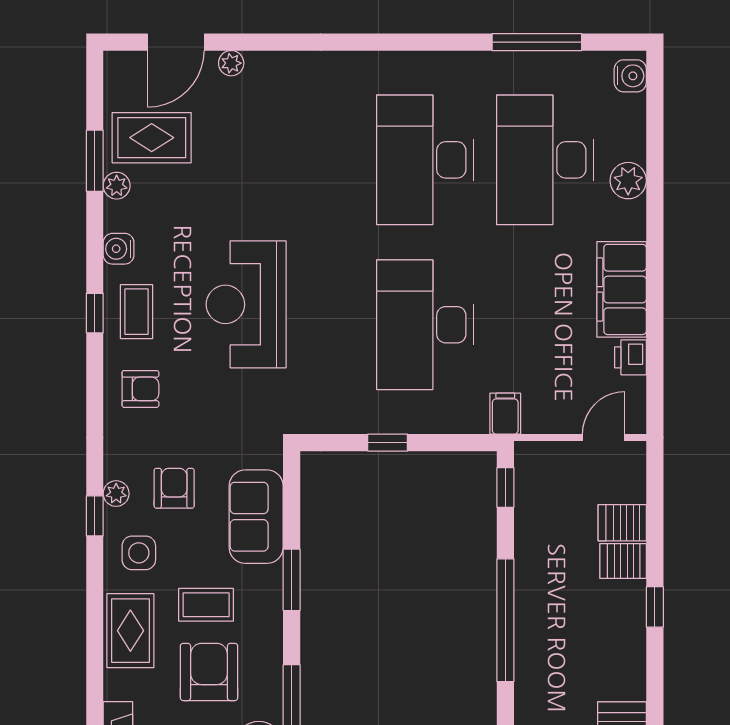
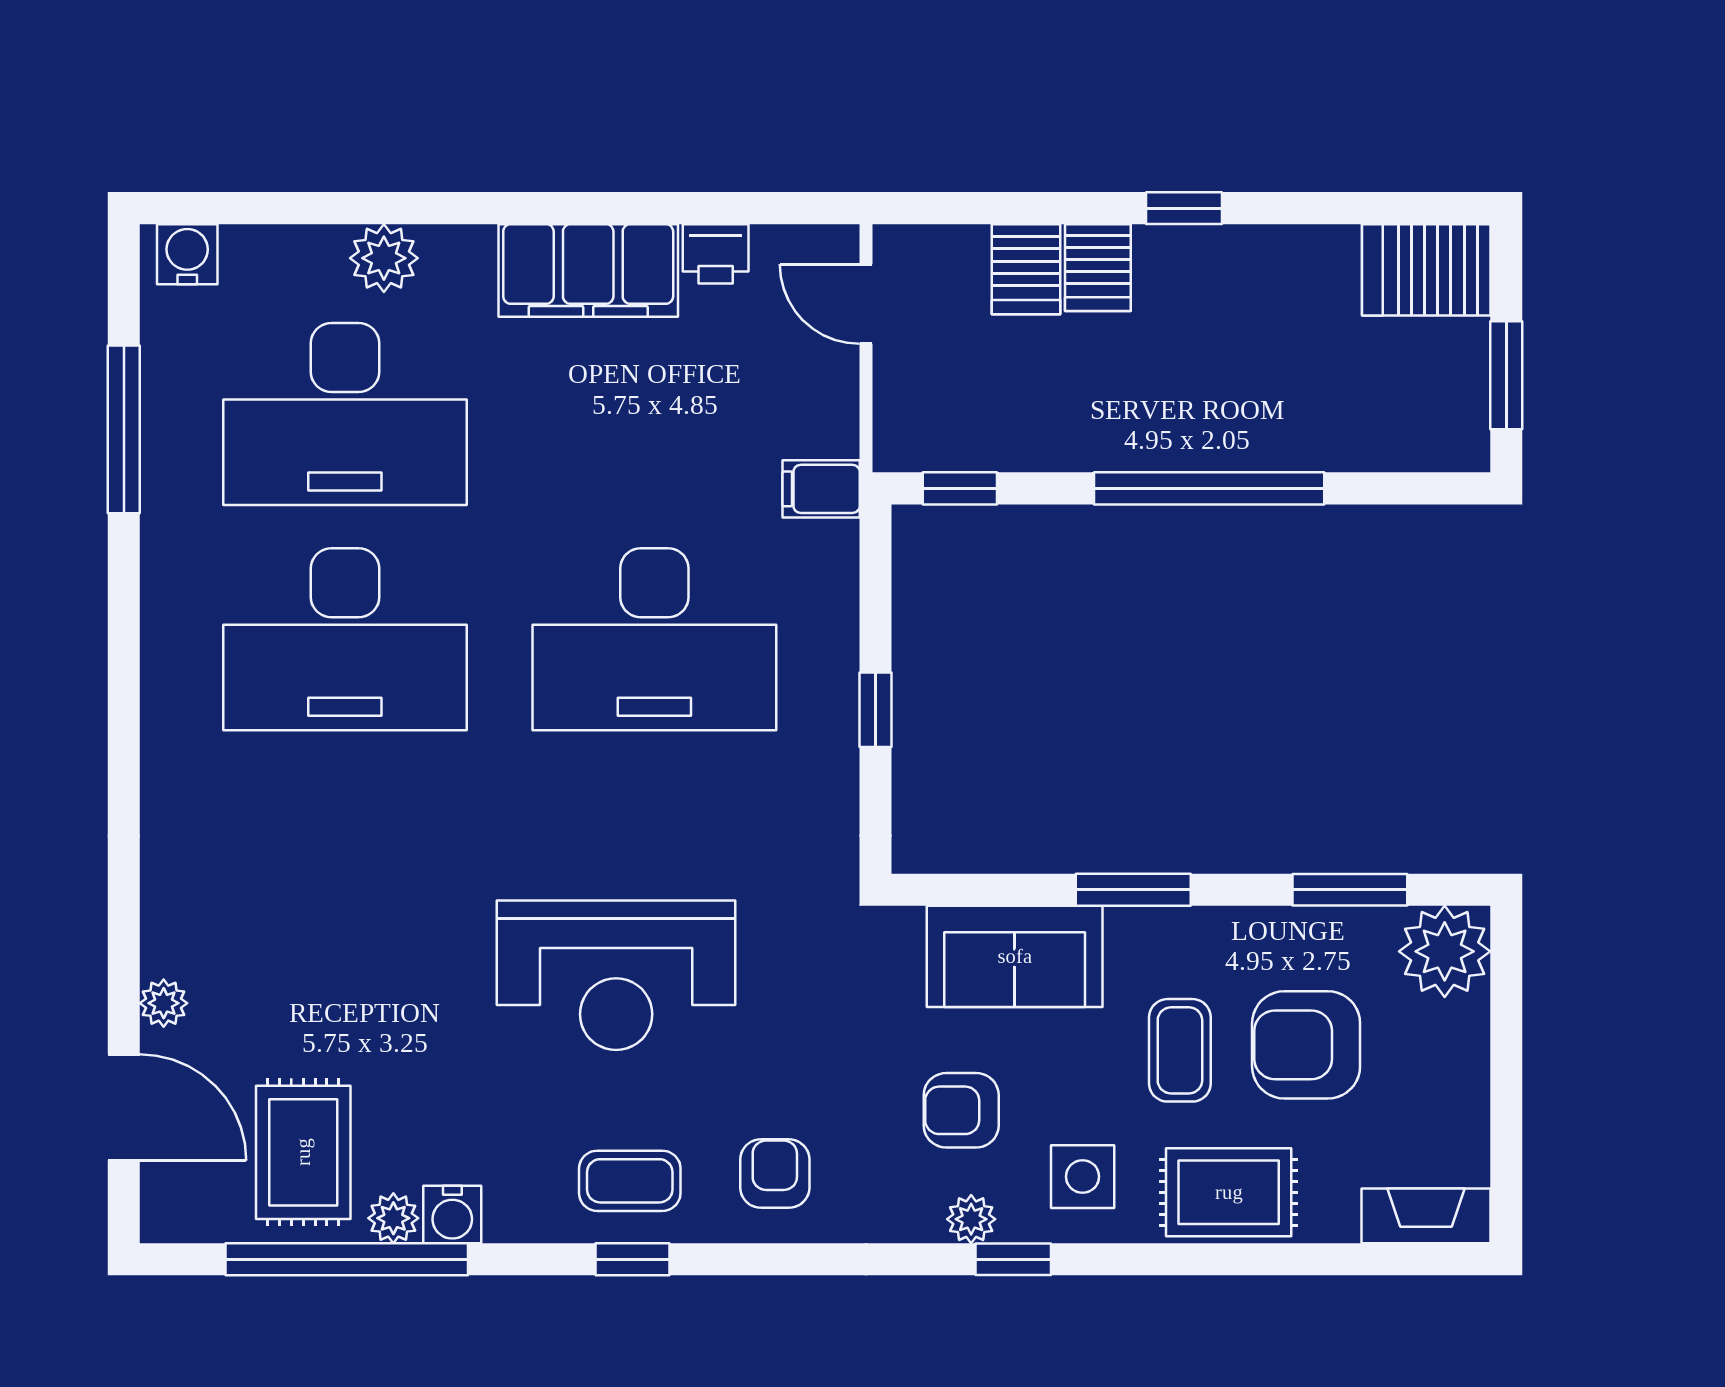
window: (95, 161) -> (347, 1259), width x2.11
water cooler: (119, 249) -> (452, 1215), moved

